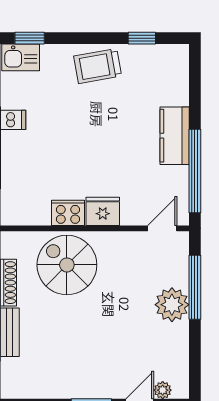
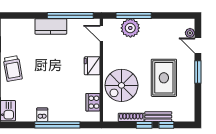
cooker: (68, 213) -> (93, 102), moved
plant: (172, 305) -> (130, 28), moved
rug: (81, 342) -> (164, 78), added

